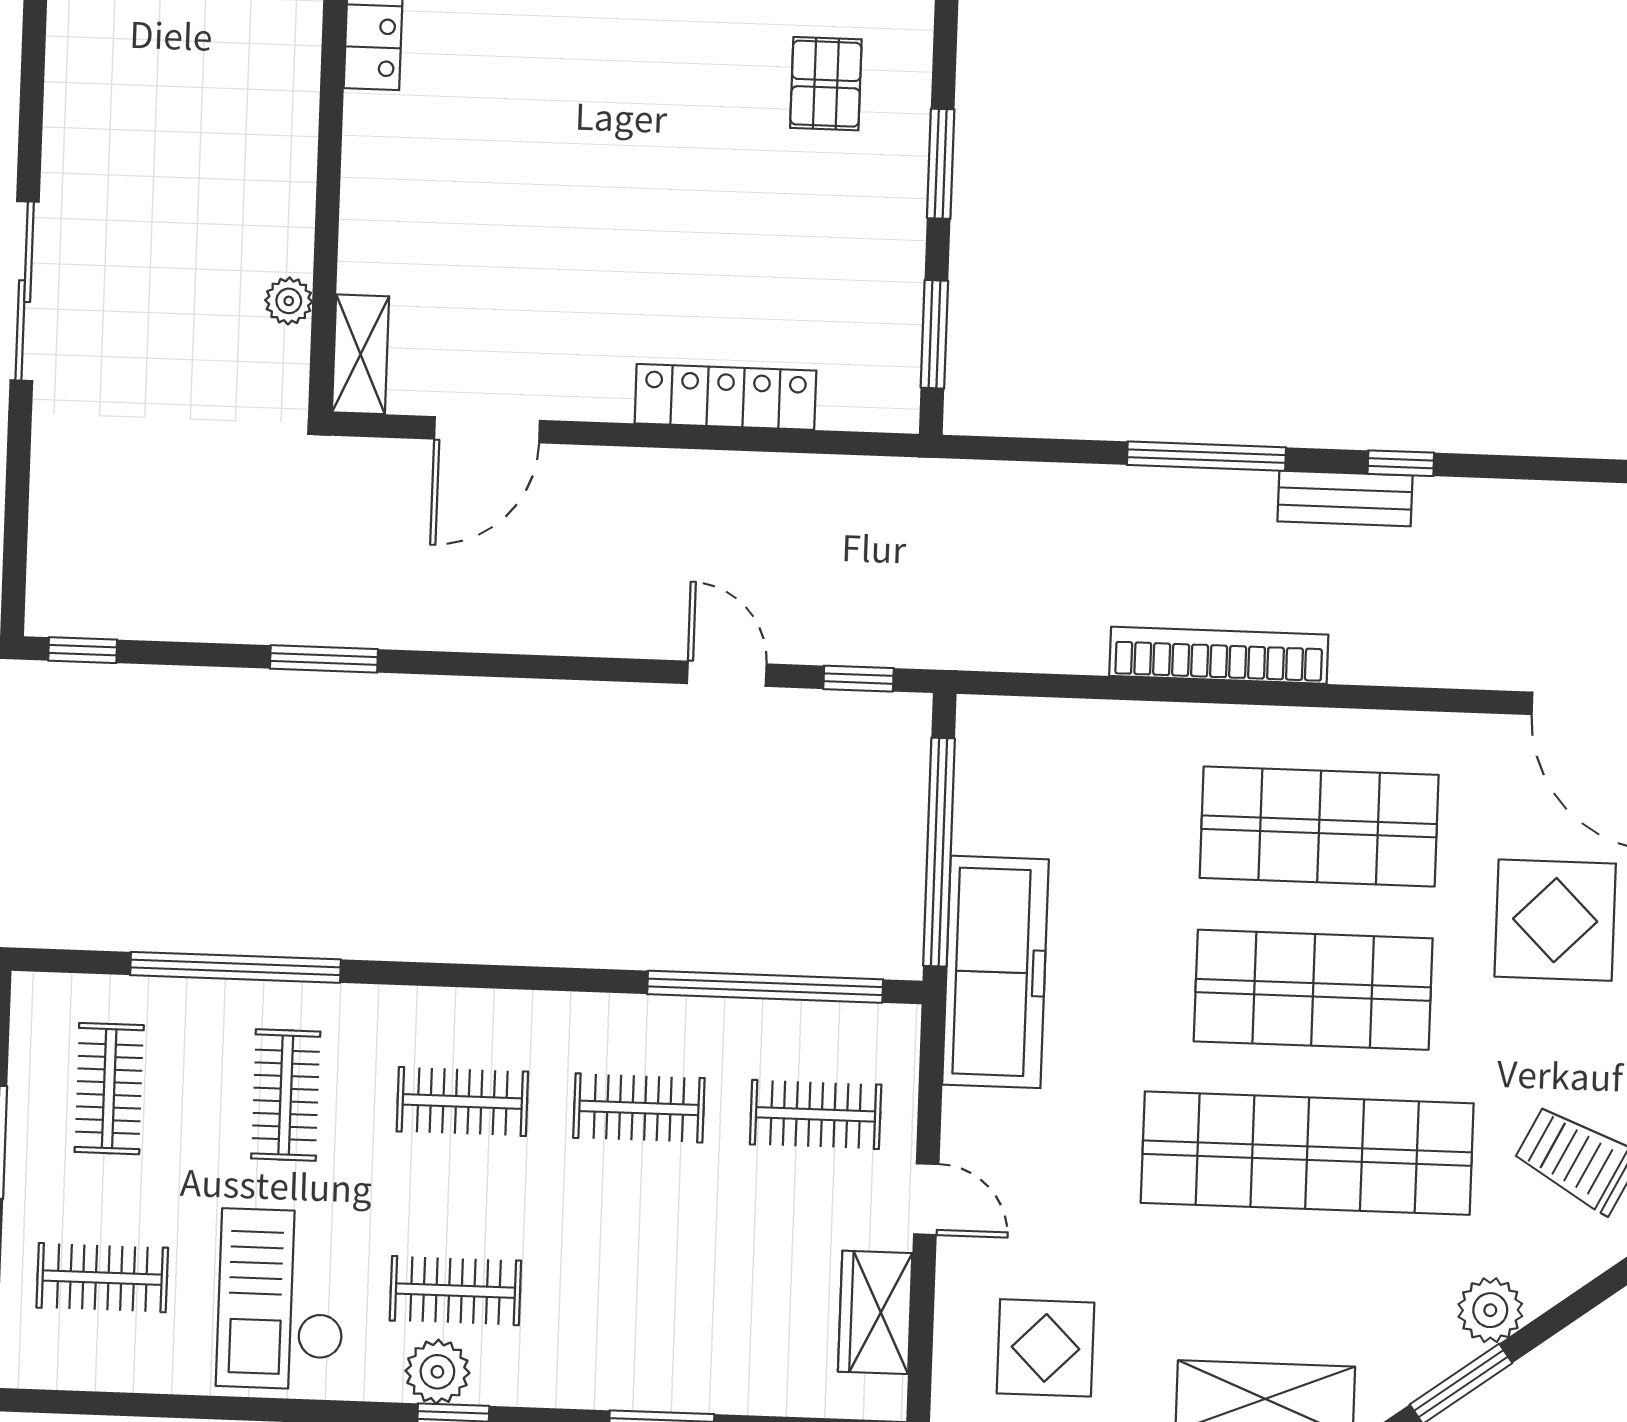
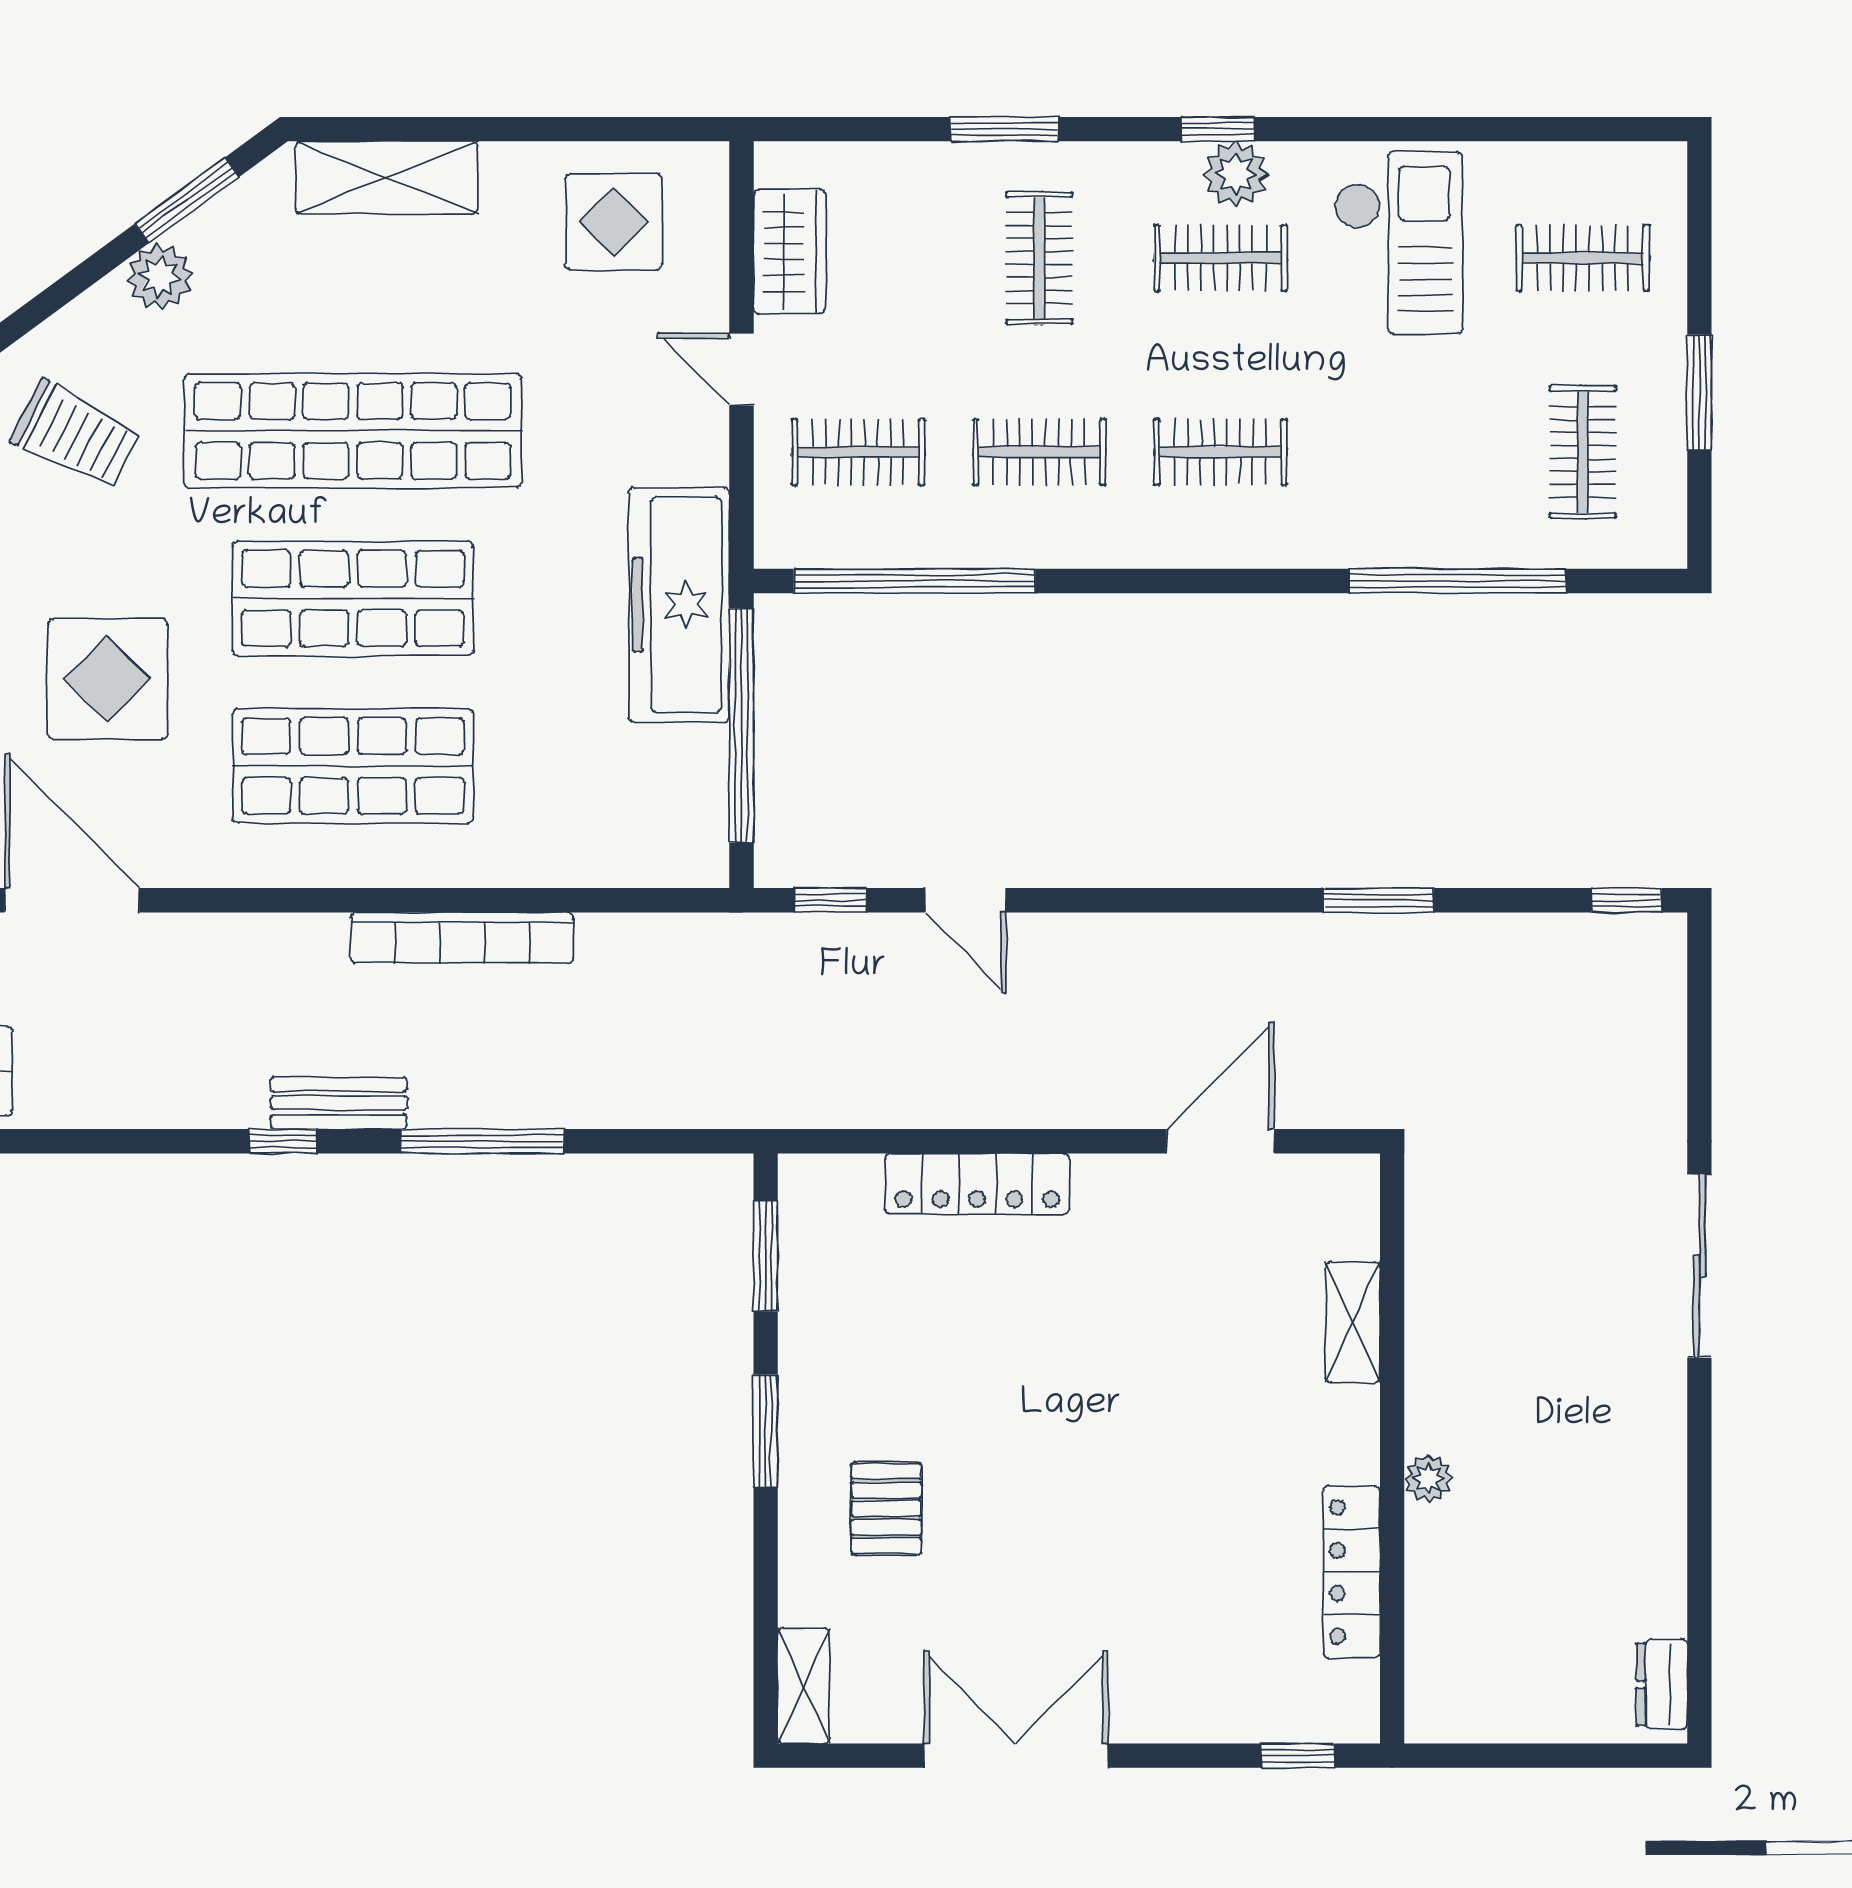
plant: (289, 301) -> (1428, 1479), moved
shelving: (360, 354) -> (1353, 1322), moved
clothes rail: (286, 1095) -> (1039, 258), moved

